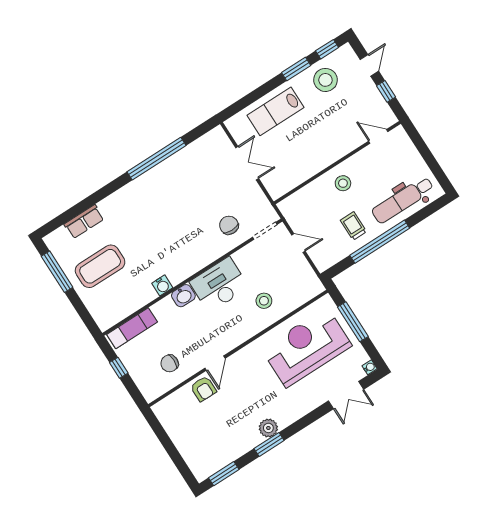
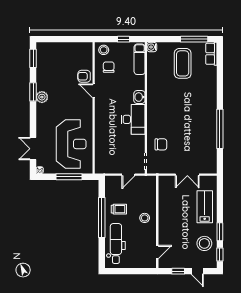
row of seats: (84, 222) -> (211, 54), moved
water cooler: (162, 285) -> (152, 47), moved
stool: (264, 301) -> (104, 50), moved

